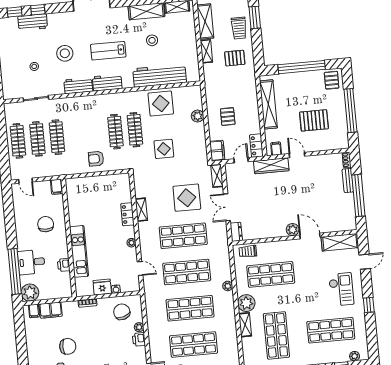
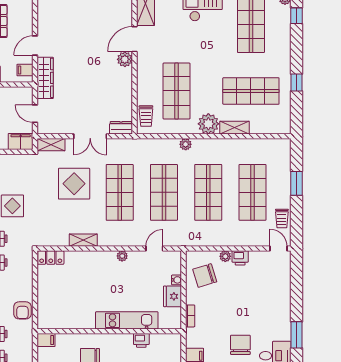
locker: (256, 146) -> (19, 94), removed
armchair: (96, 159) -> (22, 310), moved
locker: (127, 214) -> (51, 258), moved

